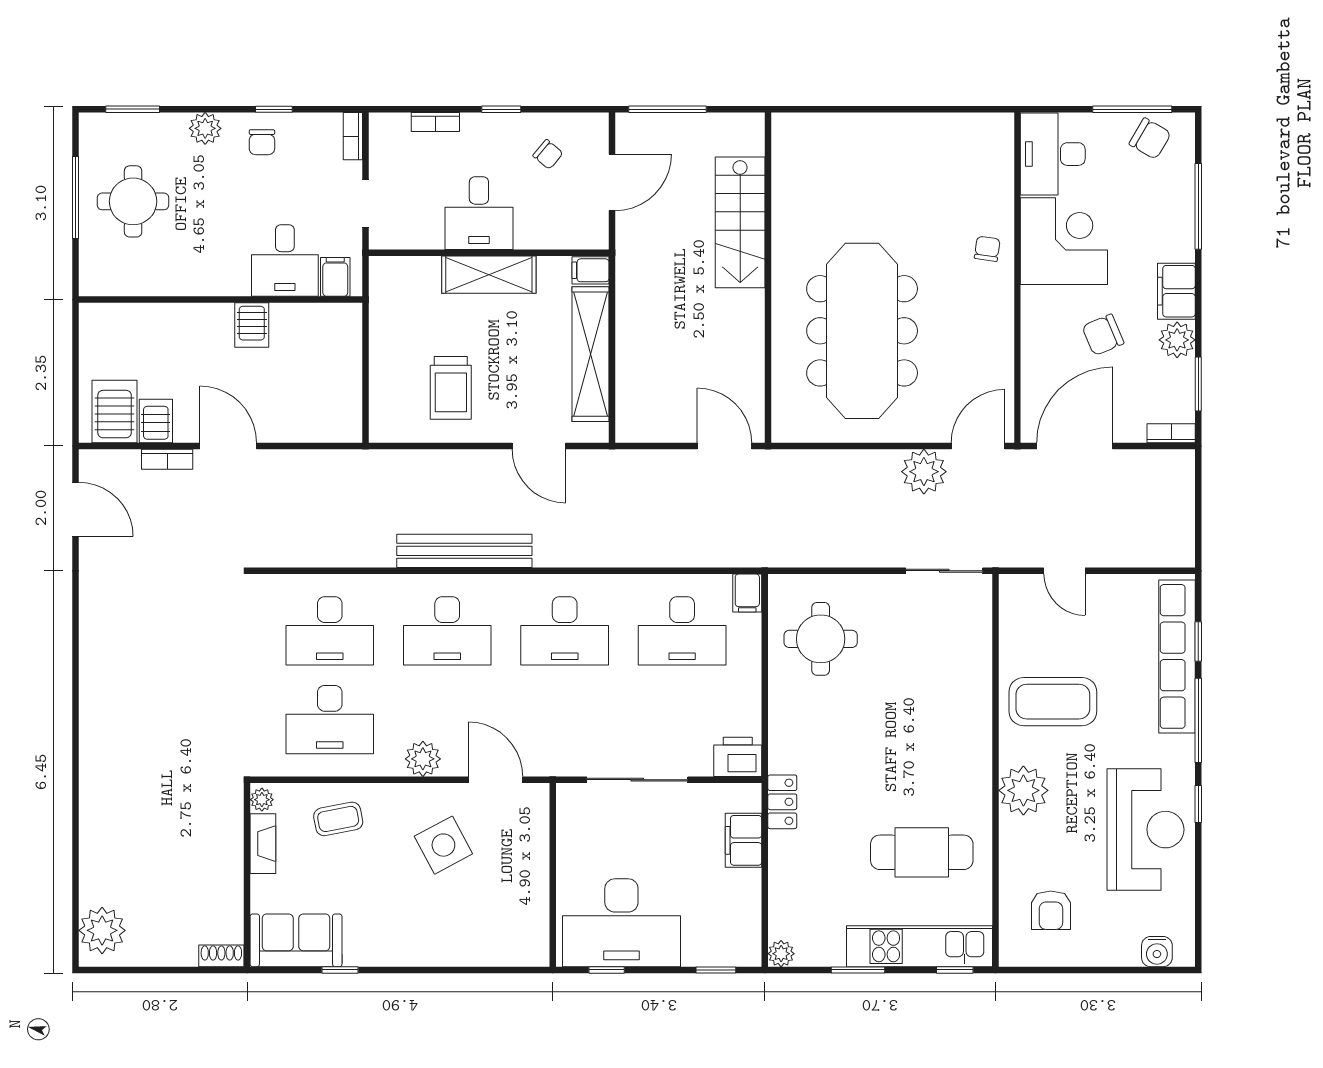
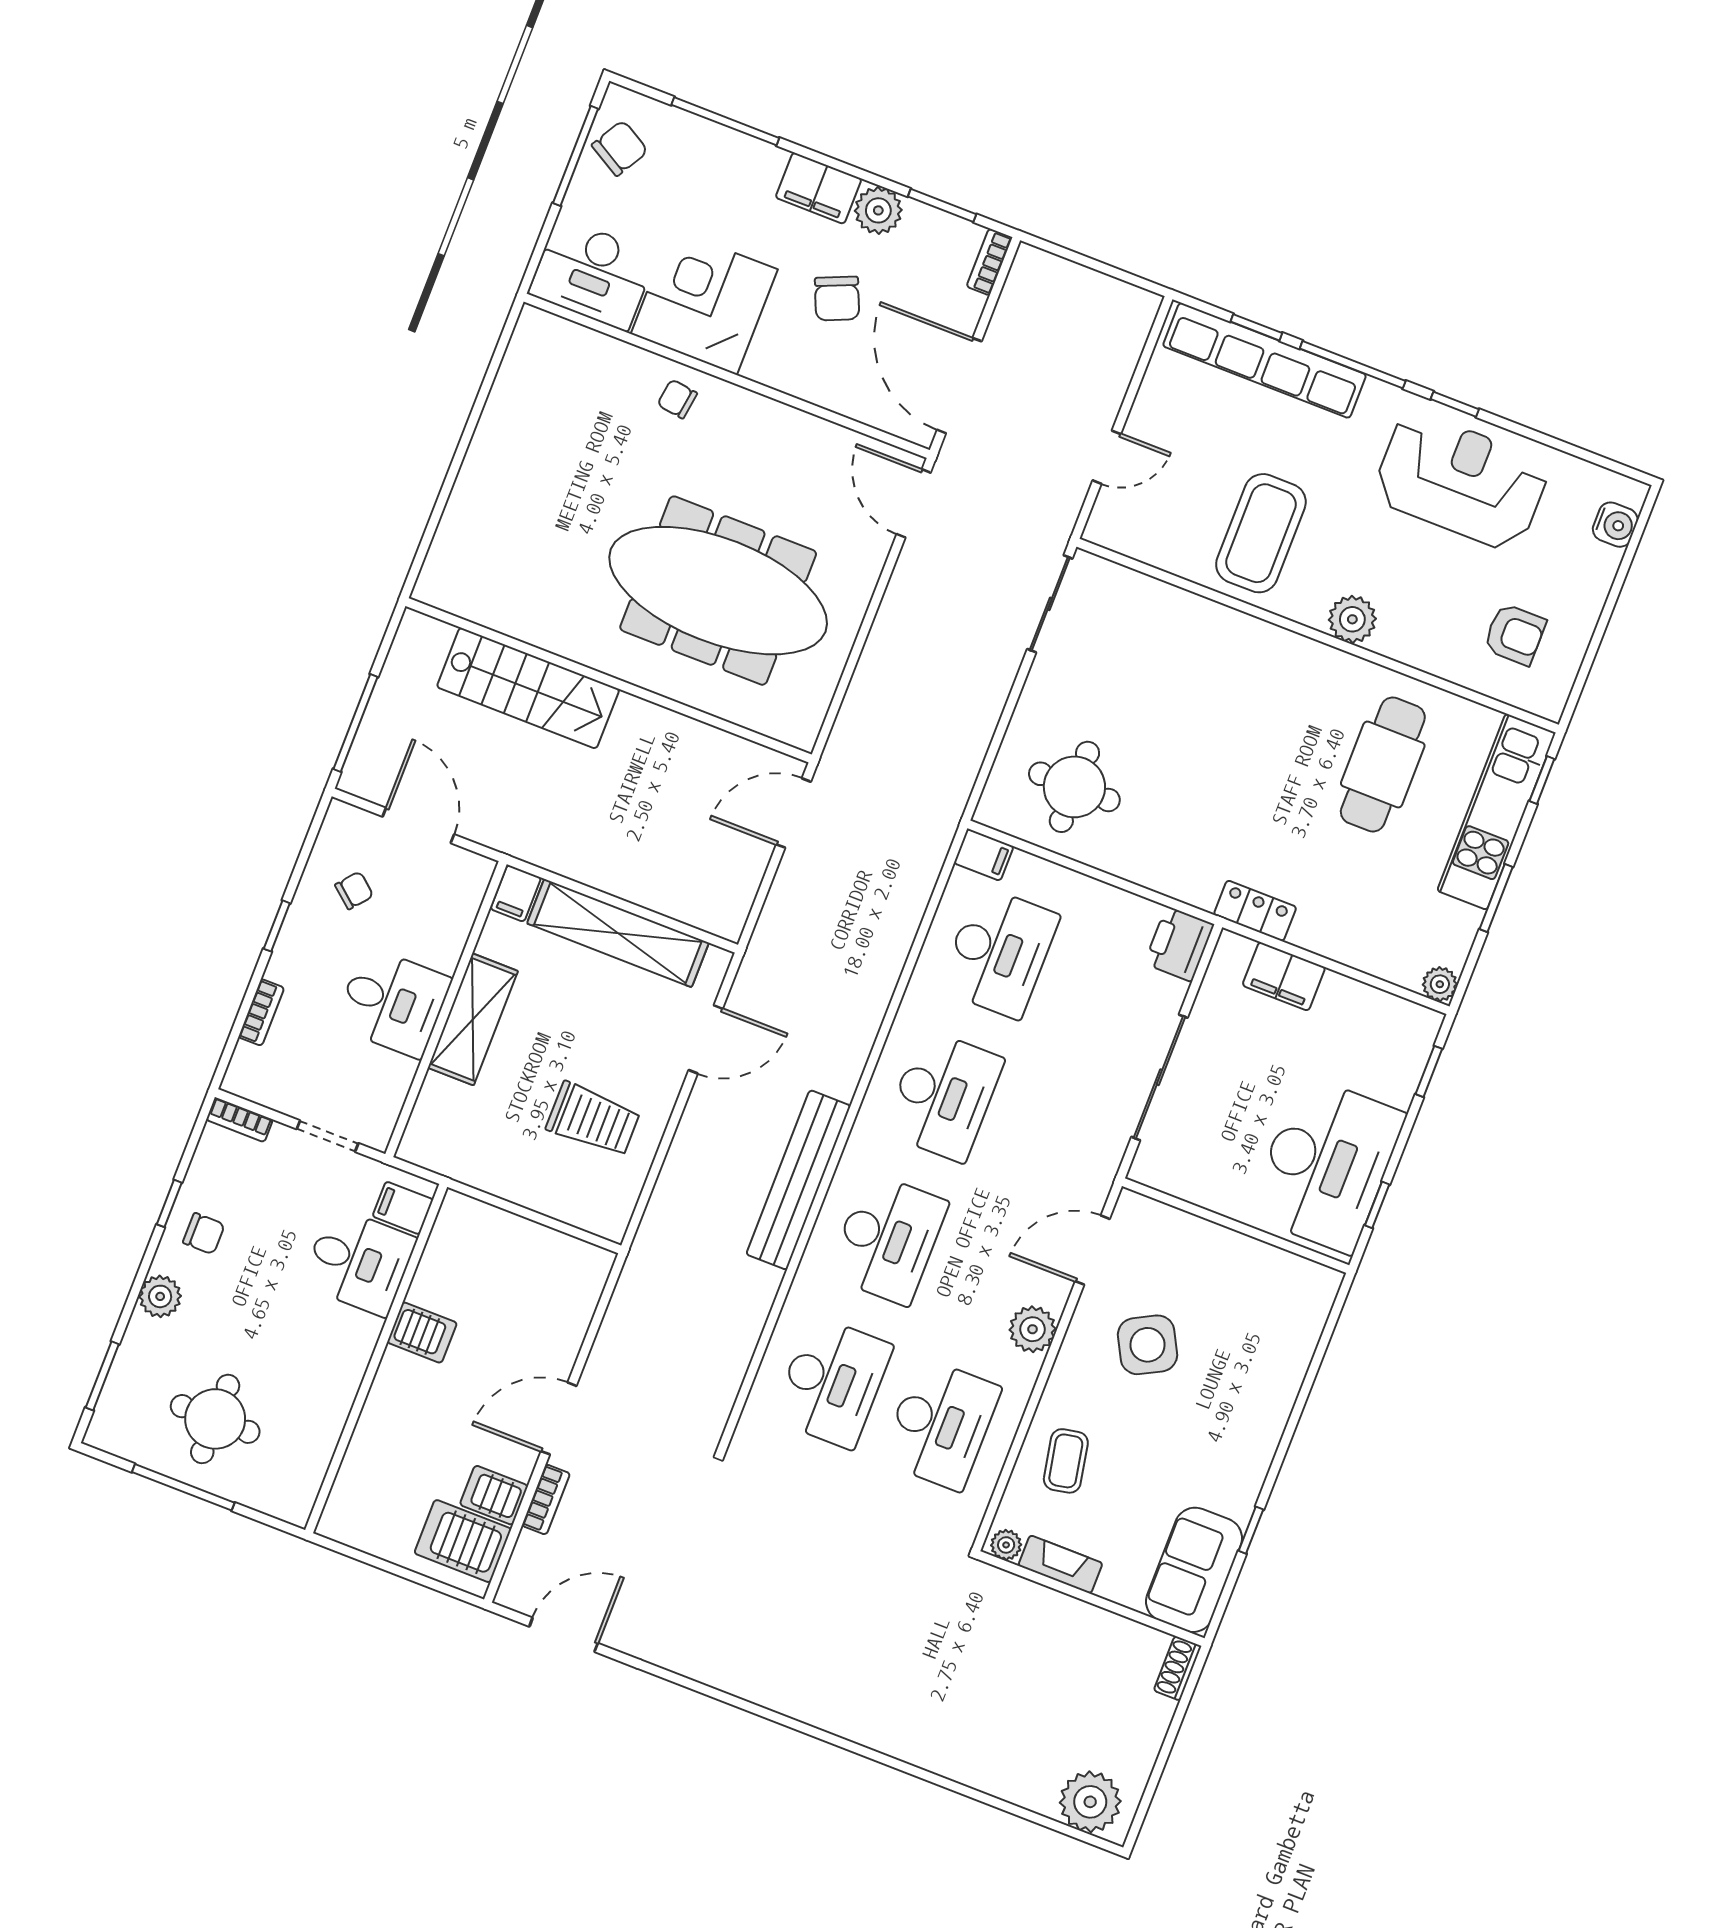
plant: (924, 472) -> (919, 582), removed
plant: (1023, 790) -> (1352, 619), width x0.73, depth x0.73

